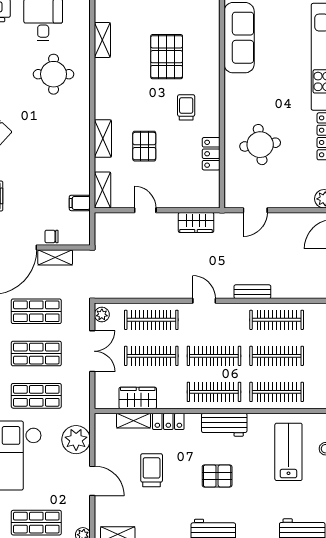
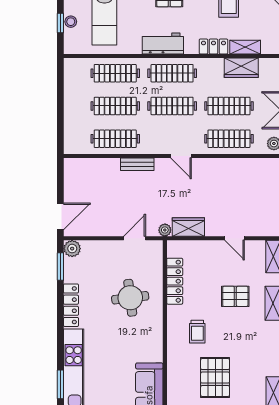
pallet: (144, 146) -> (235, 296), turned 90
locker: (211, 154) -> (175, 281), width x1.53
plant: (222, 219) -> (165, 230), added

